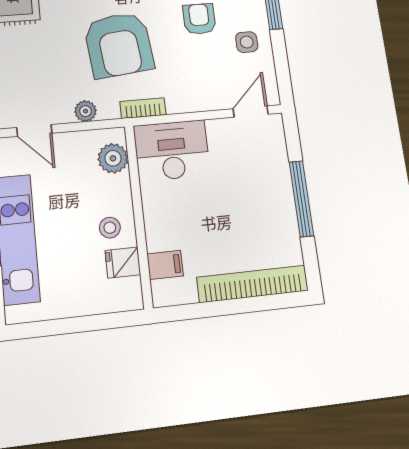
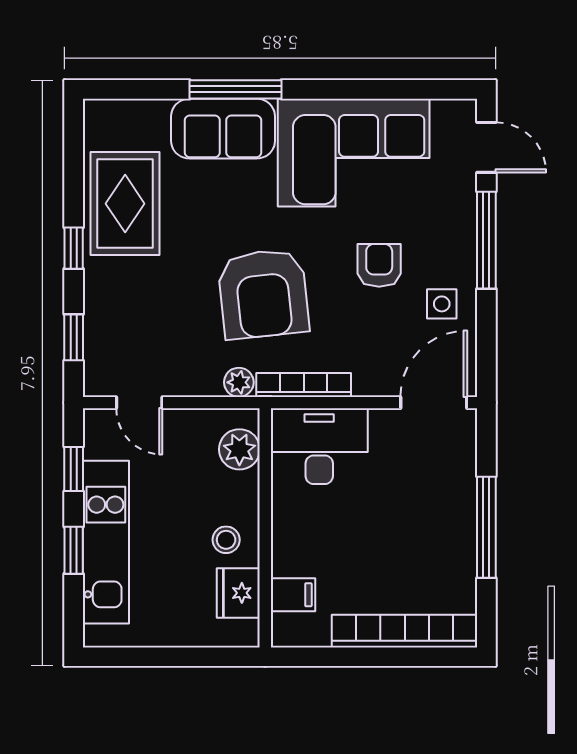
bookcase: (143, 108) -> (304, 385), width x1.56
plant: (85, 111) -> (239, 382), moved
door: (251, 112) -> (434, 403), width x1.38
fridge: (123, 263) -> (238, 593), width x1.38

